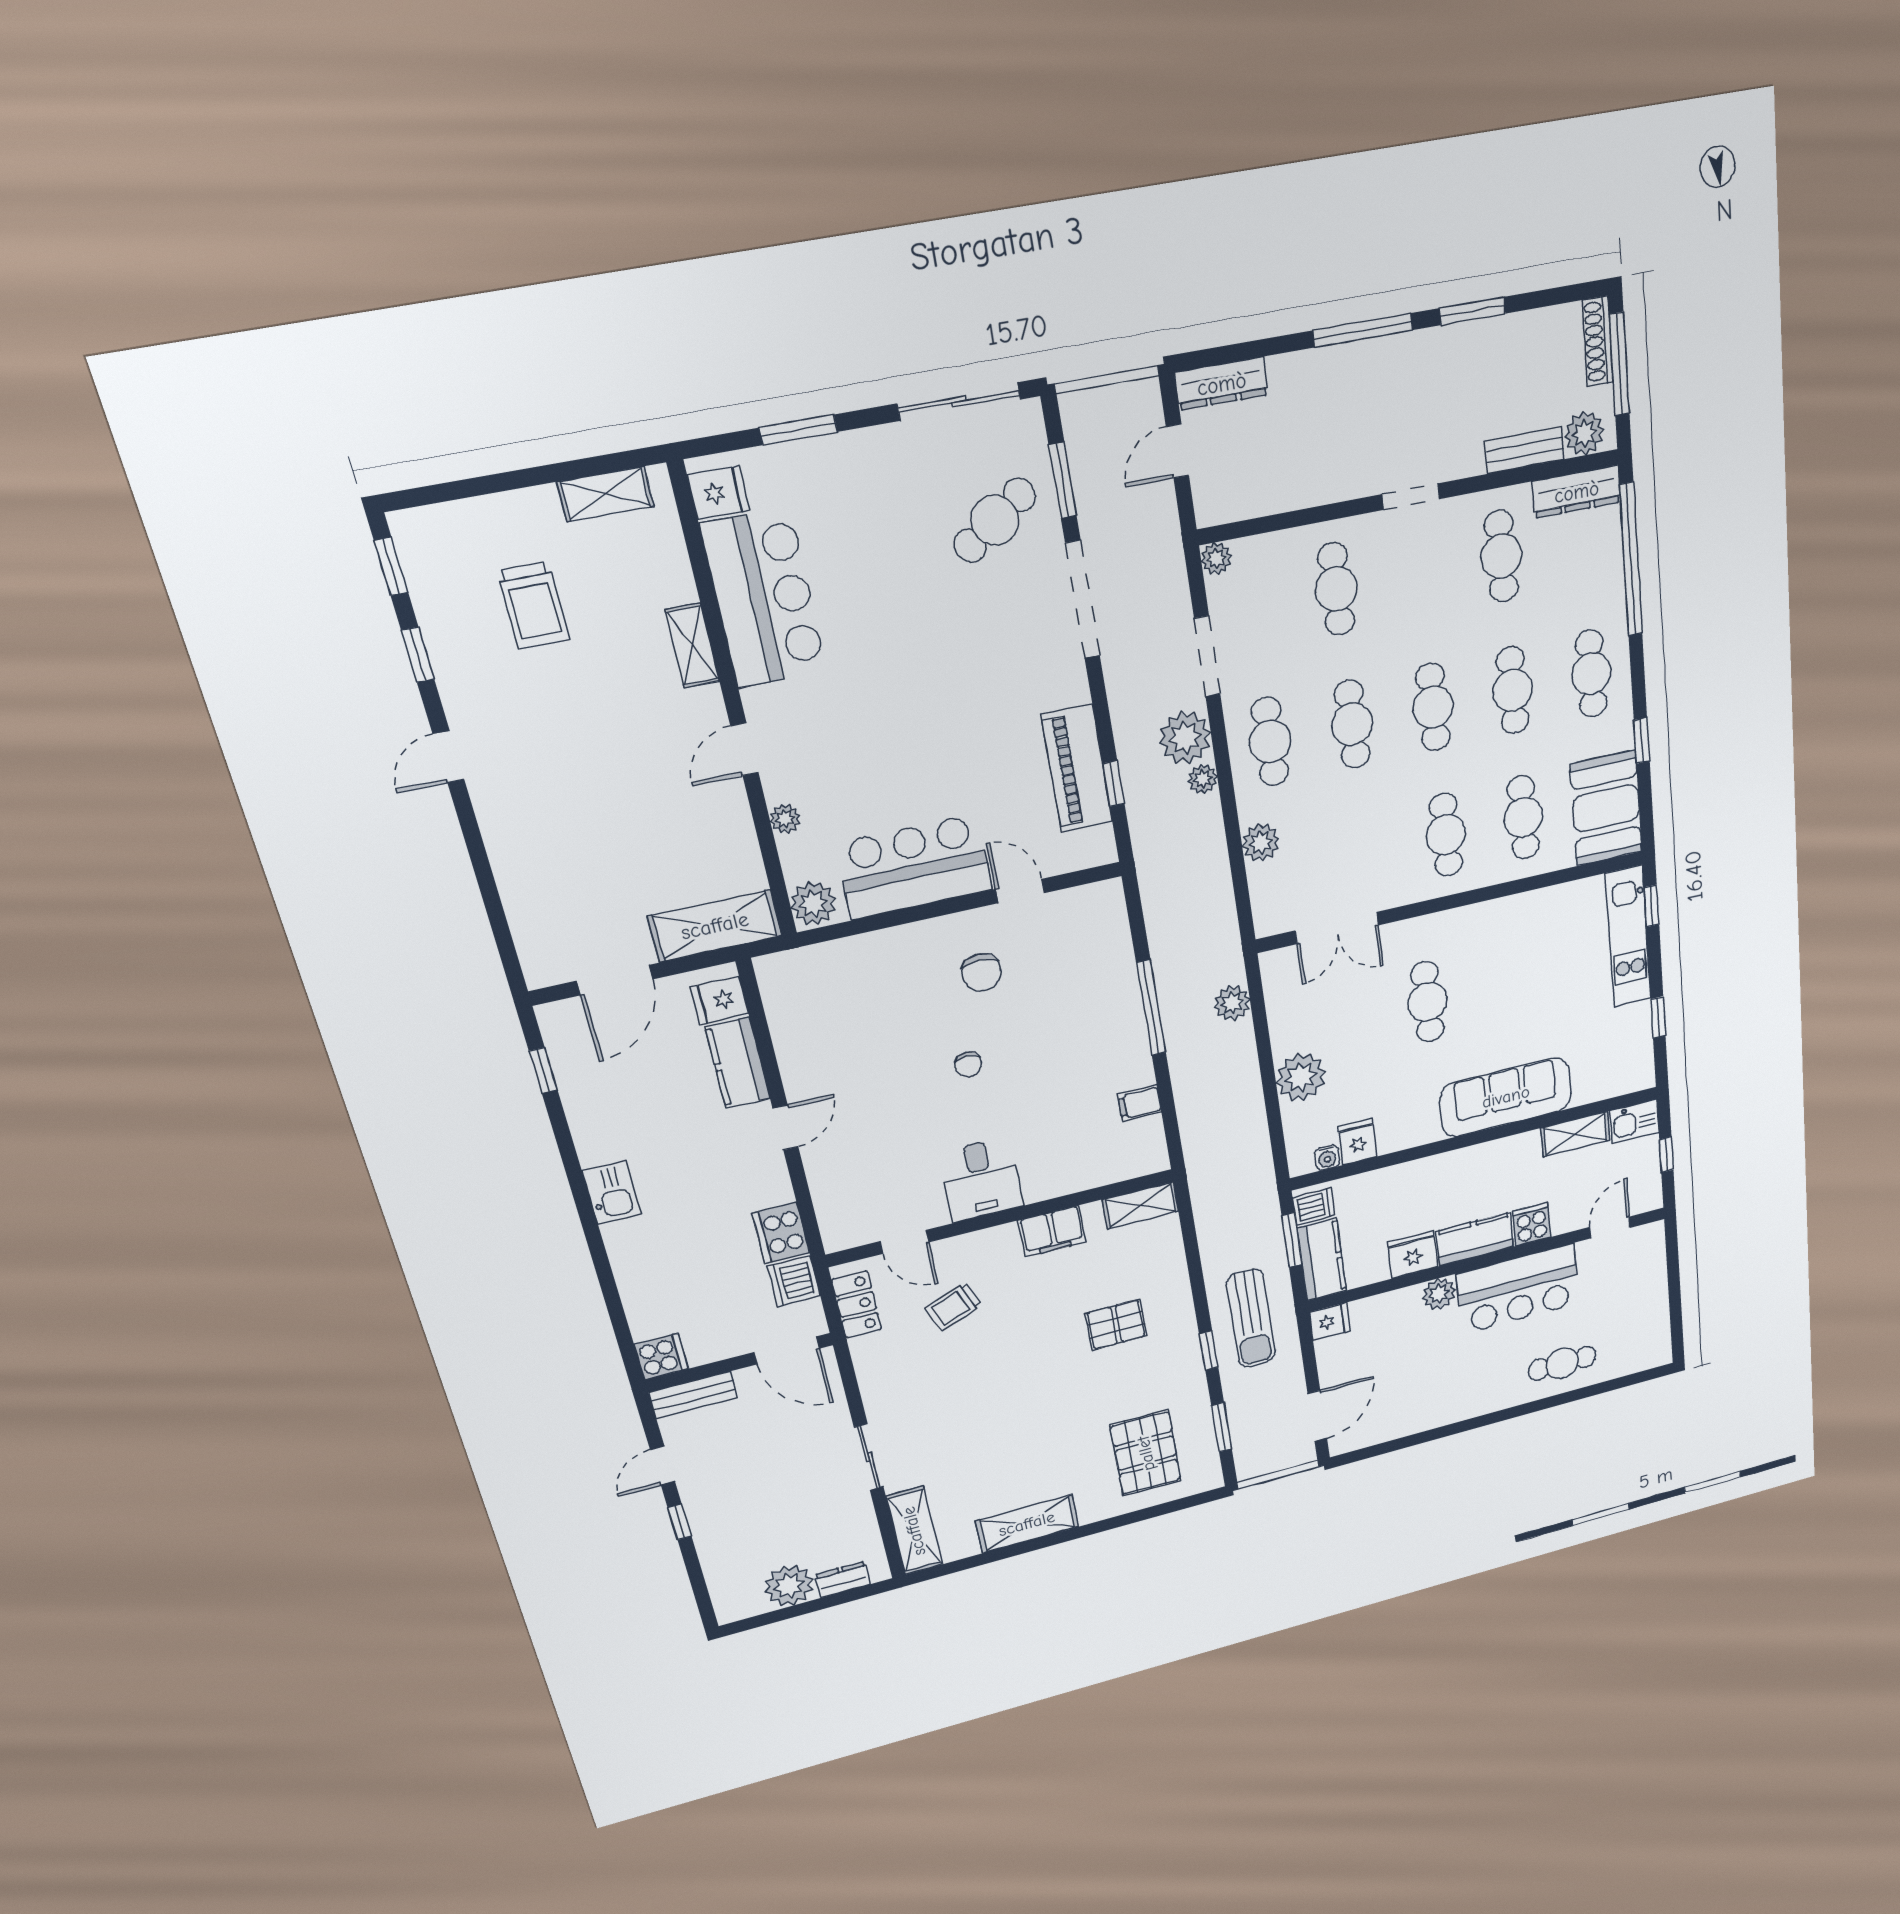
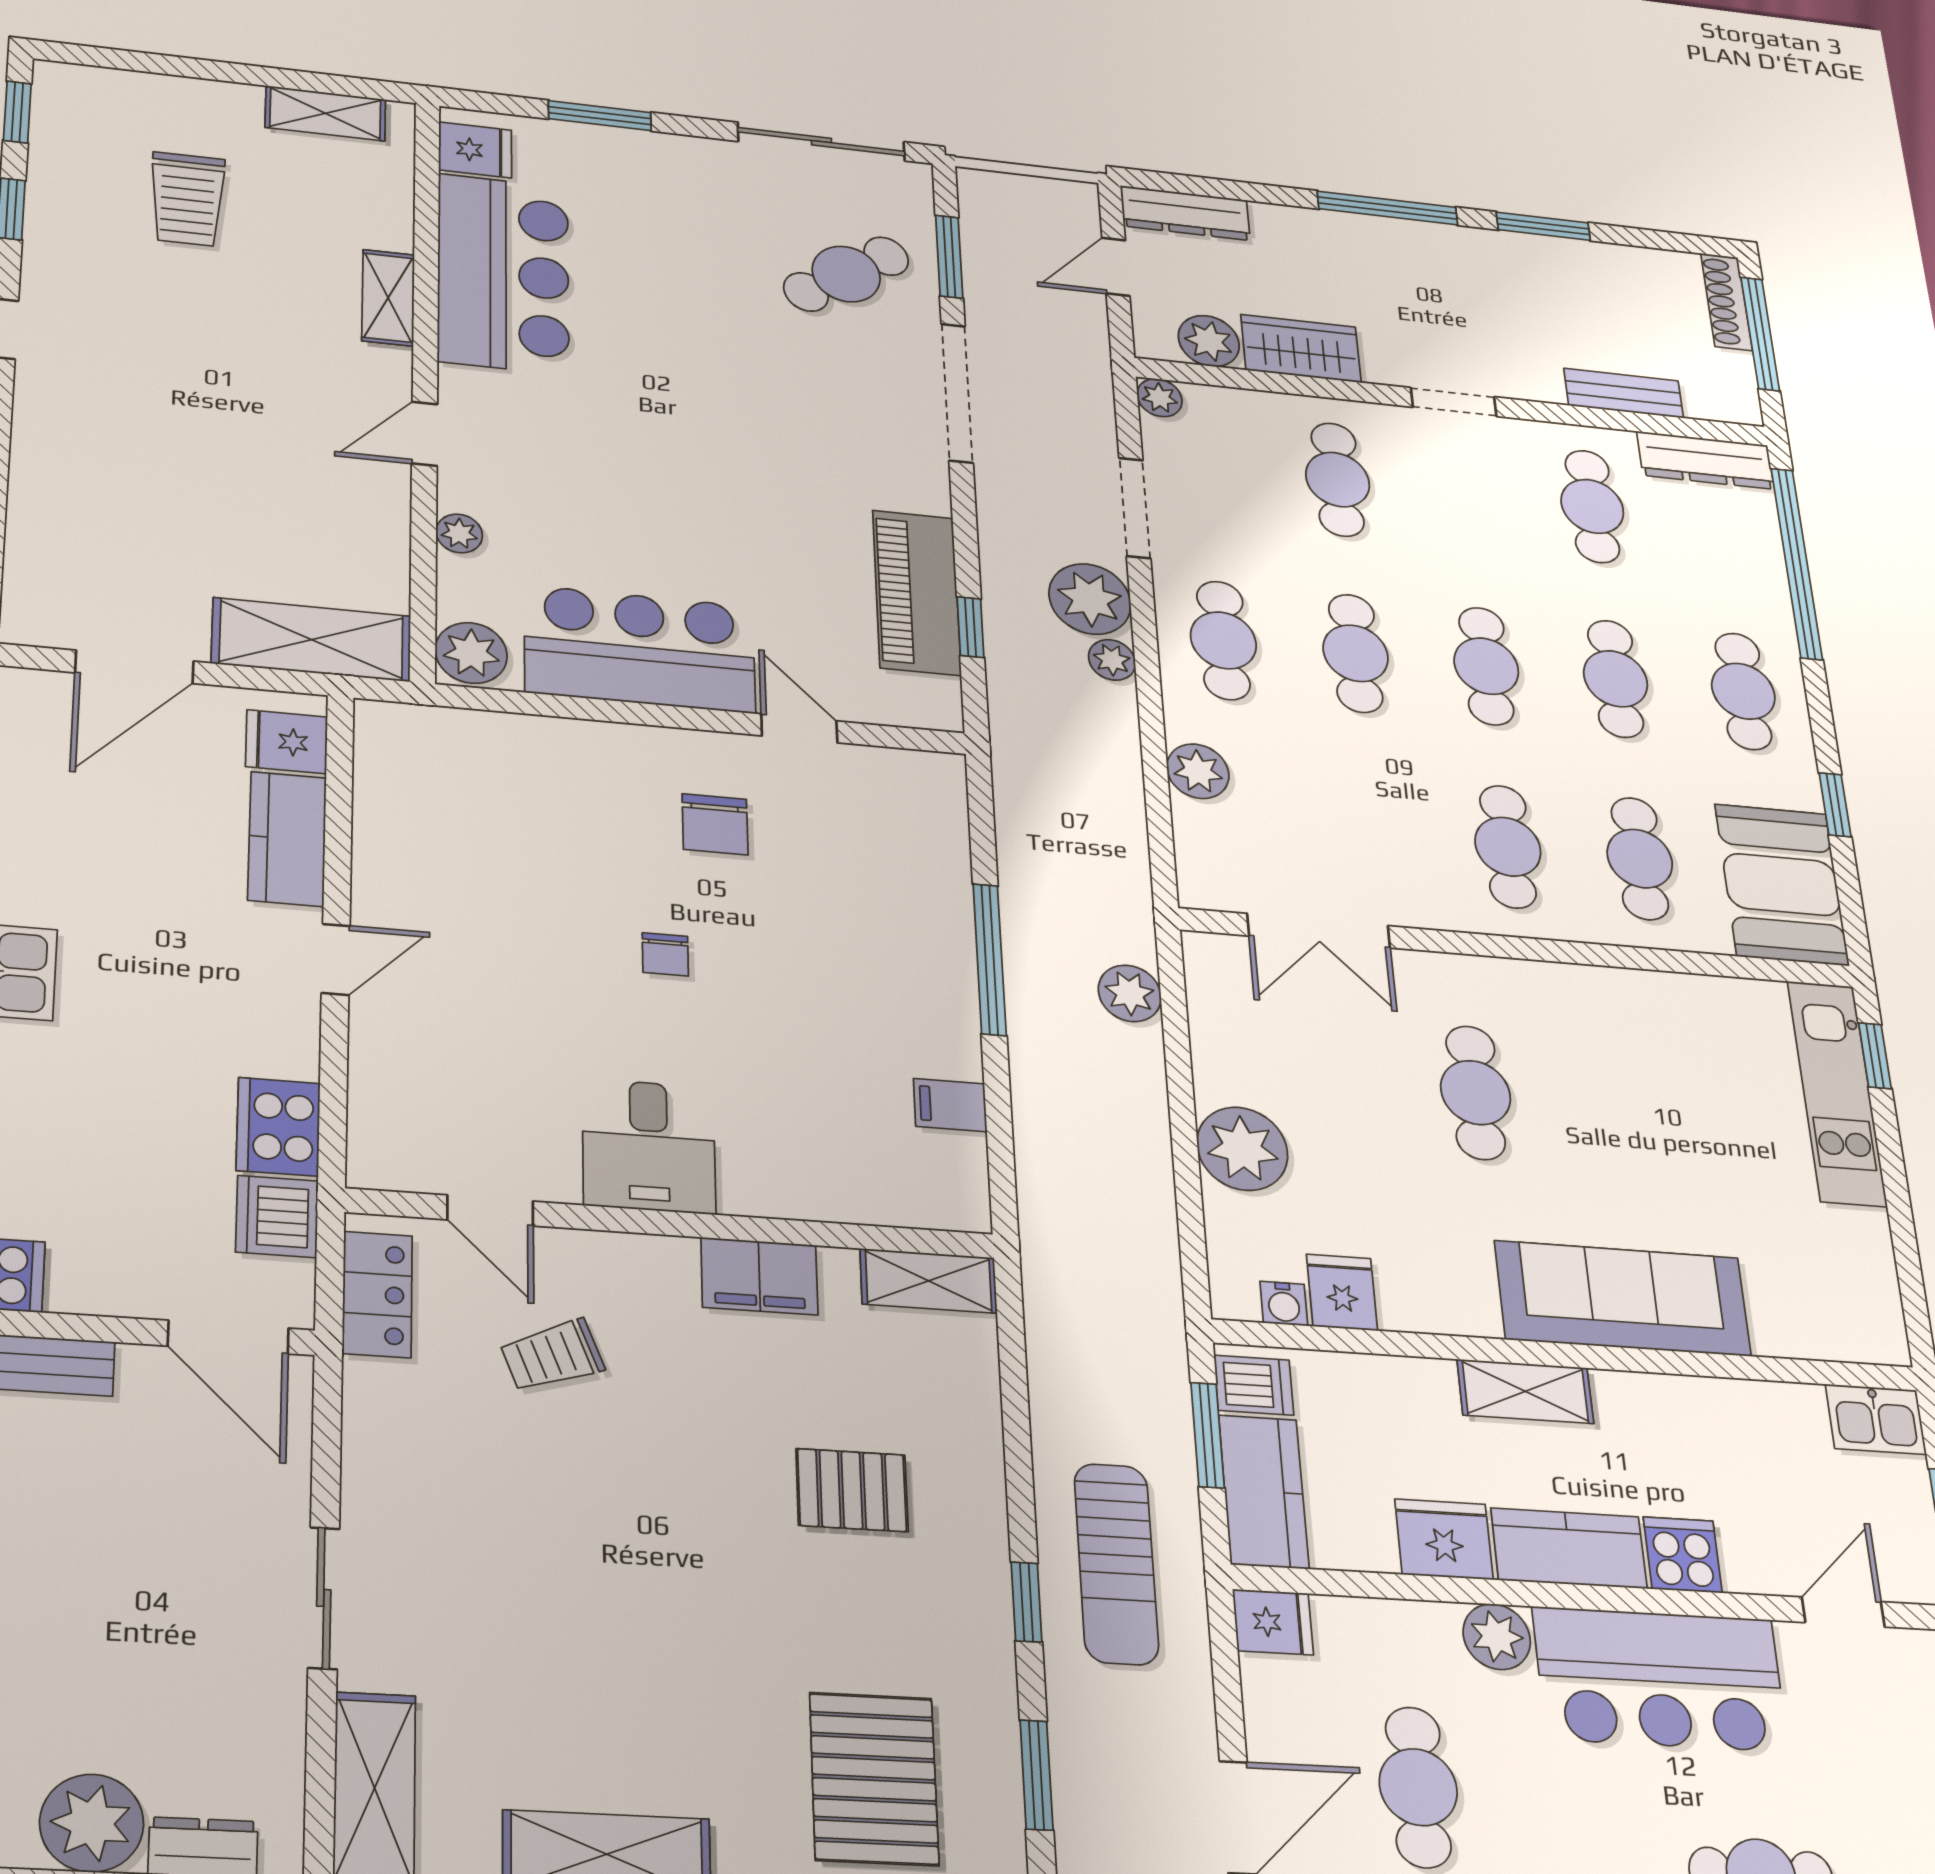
plant: (1584, 433) -> (1209, 341), moved
wardrobe: (1308, 483) -> (1301, 349), added
window: (1658, 1017) -> (1905, 1244), removed
shelving: (1575, 1134) -> (1525, 1391), moved
cafe table: (1402, 1376) -> (1418, 1787), added

